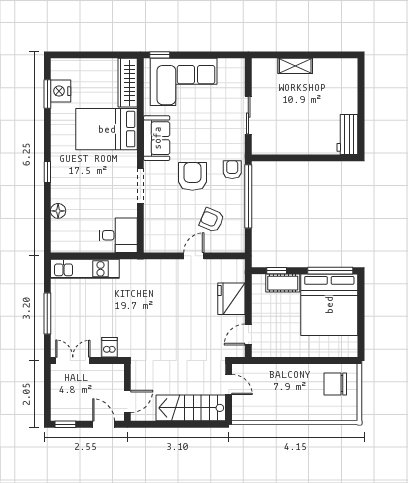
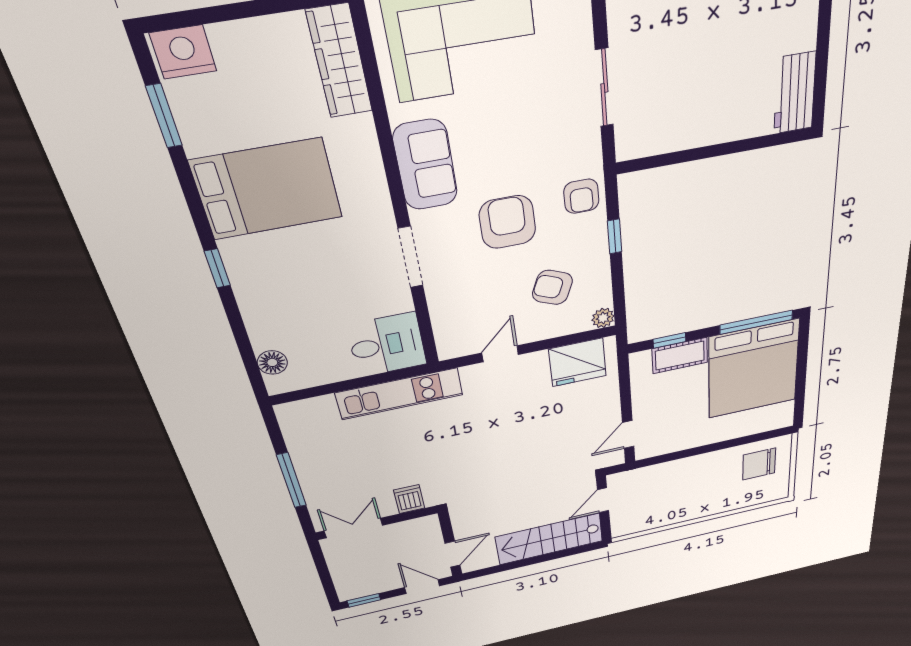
nightstand: (61, 91) -> (183, 52), moved, turned 90
bed: (107, 129) -> (267, 189), moved, turned 180
armchair: (232, 170) -> (581, 196), turned 180
window: (248, 196) -> (615, 236), width x0.32
floor lamp: (58, 211) -> (272, 362), moved
plant: (238, 246) -> (603, 318), added
door: (194, 256) -> (500, 354), moved
kitchen unit: (85, 269) -> (400, 394), moved
fridge: (231, 299) -> (578, 362), moved, turned -90
door: (229, 384) -> (603, 500), swing flipped

